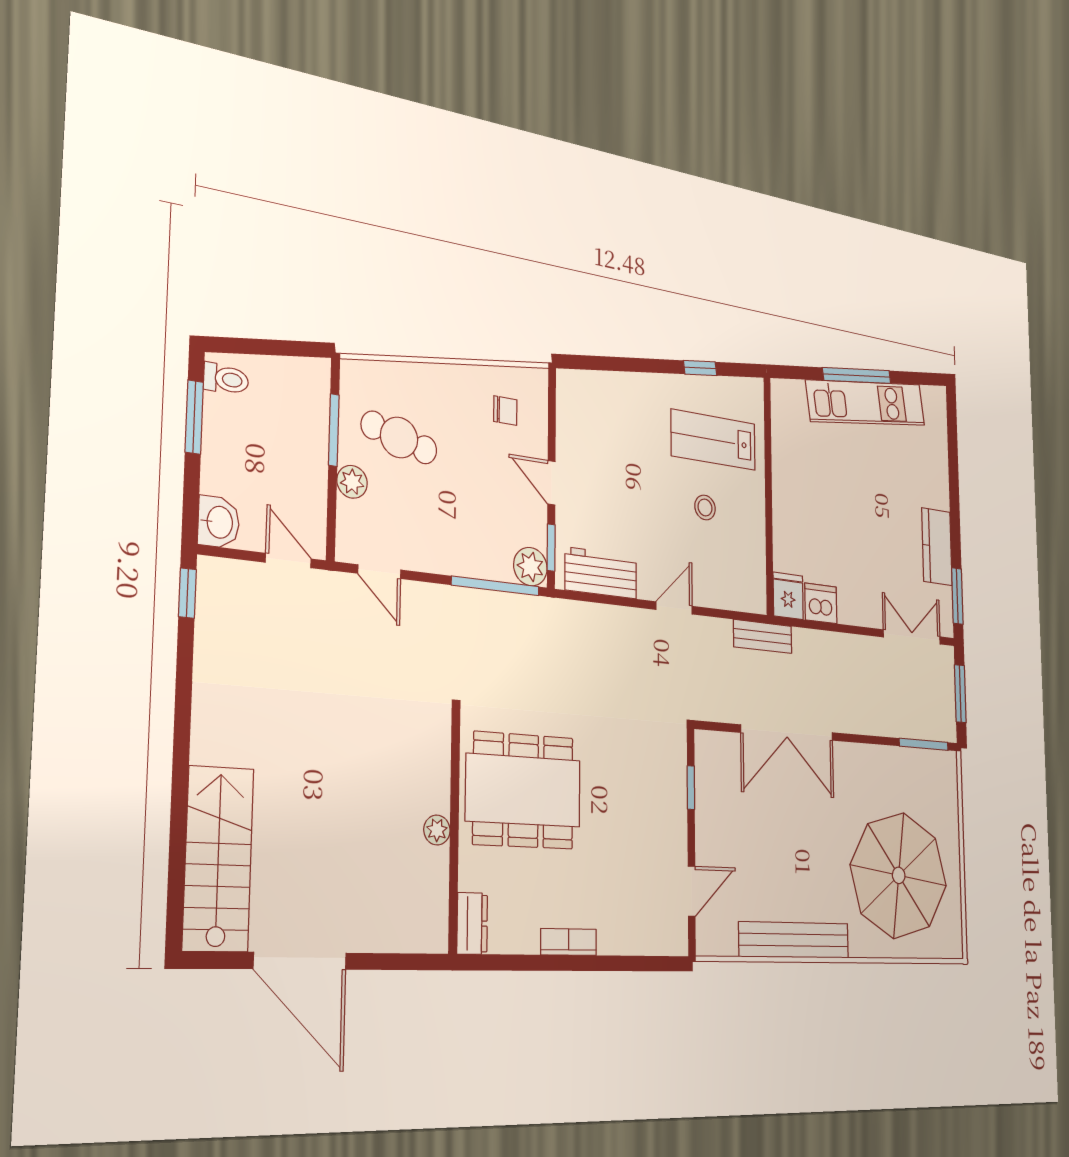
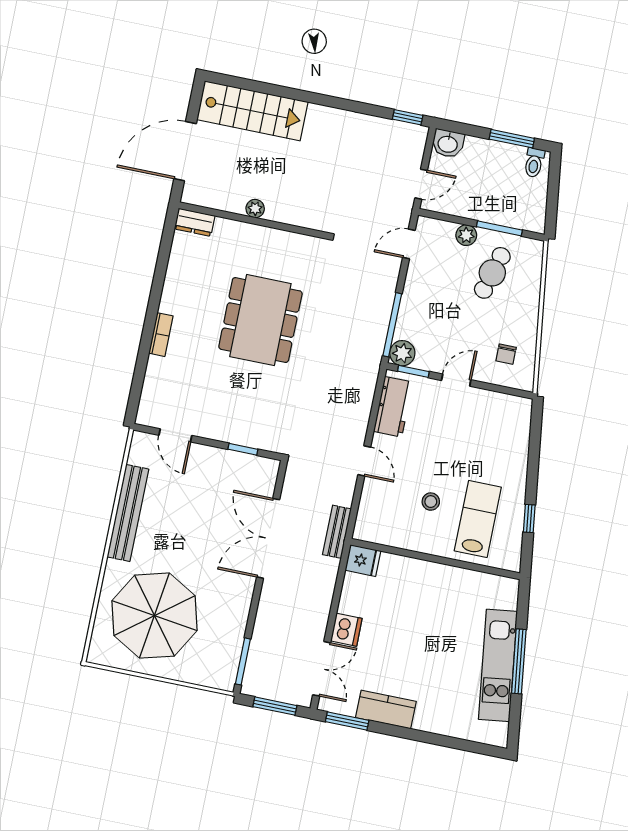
dishwasher: (821, 603) -> (346, 630), moved
plant: (437, 830) -> (255, 209), moved
wall: (454, 830) -> (253, 221), moved
dresser: (472, 923) -> (195, 222), moved

